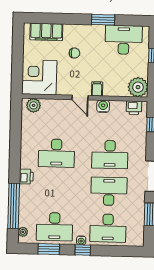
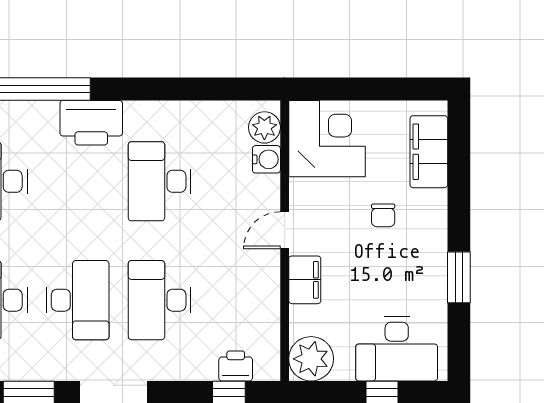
desk: (124, 40) -> (397, 349), moved, turned 90
filing cabinet: (97, 89) -> (305, 280), width x2.00
water cooler: (103, 106) -> (266, 159), moved
printer: (134, 108) -> (236, 366), moved, turned 90
printer: (26, 177) -> (91, 123), width x1.87, depth x1.48

